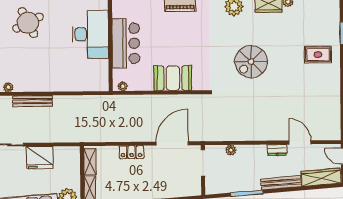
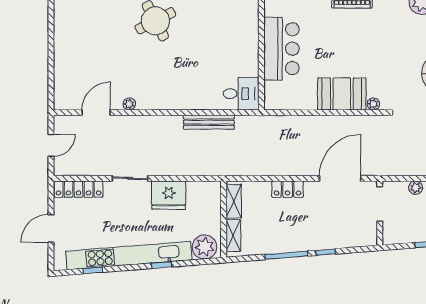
desk: (90, 34) -> (241, 94), moved, width x0.53, depth x0.77
plant: (123, 86) -> (373, 104), moved
bench: (33, 101) -> (209, 122), moved

